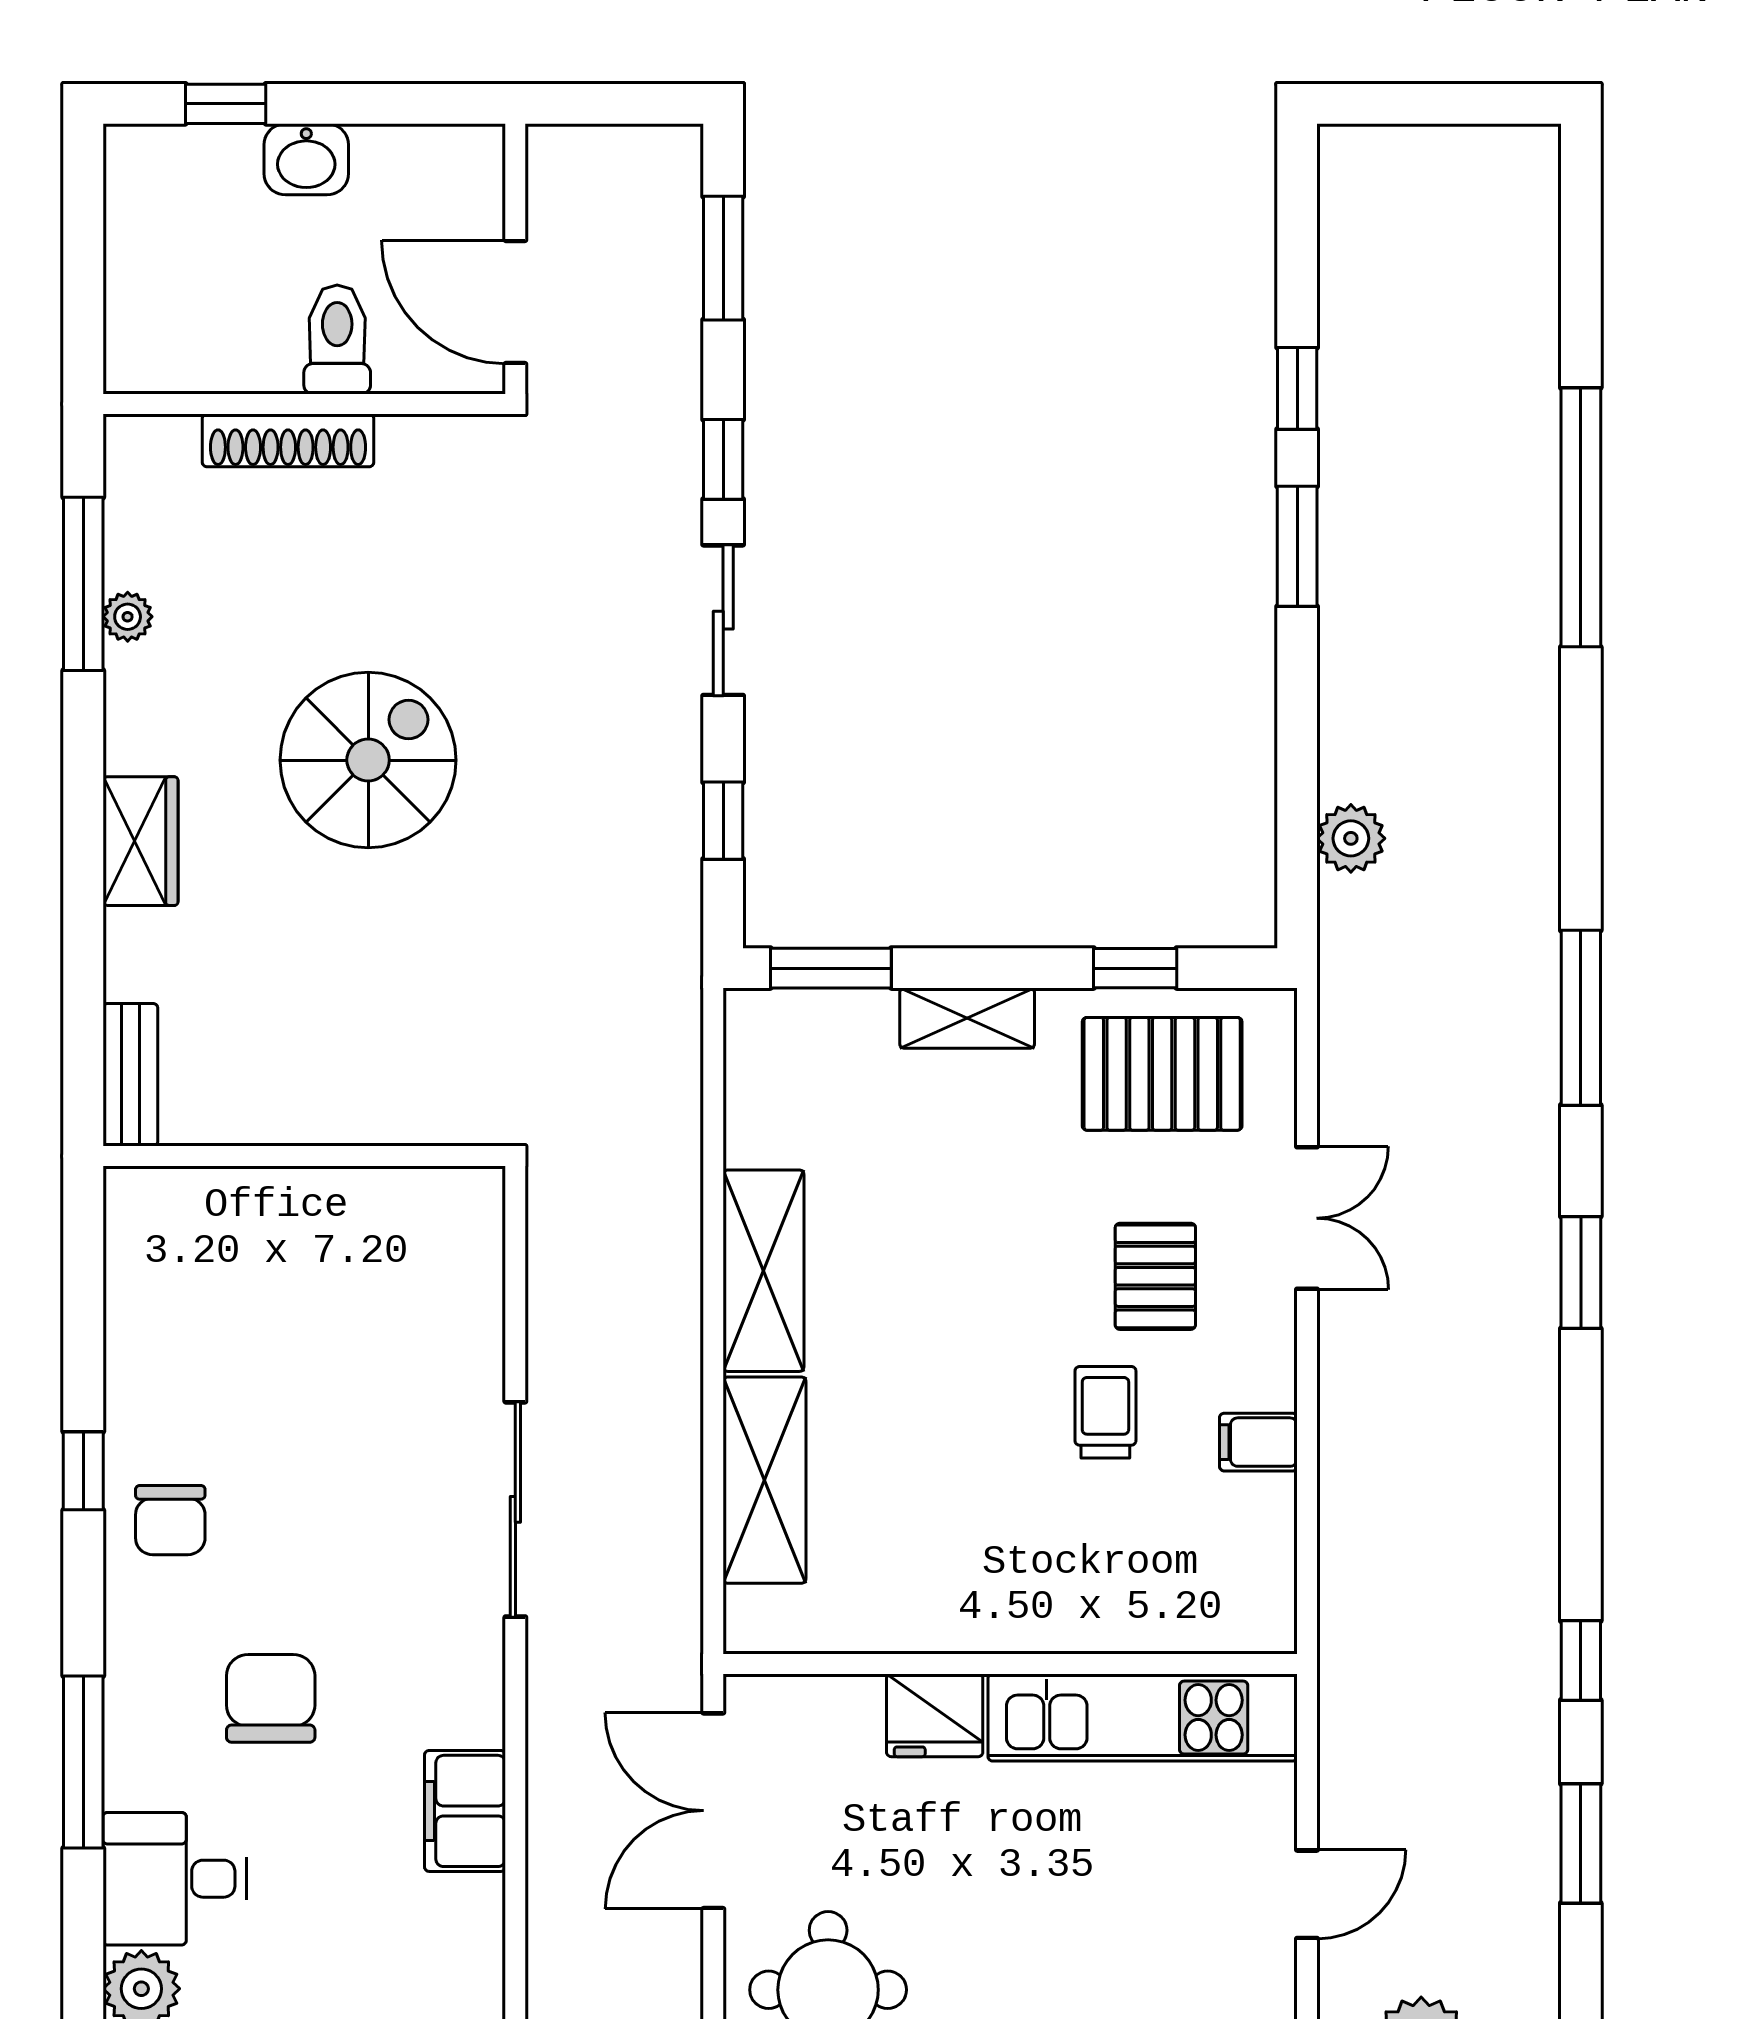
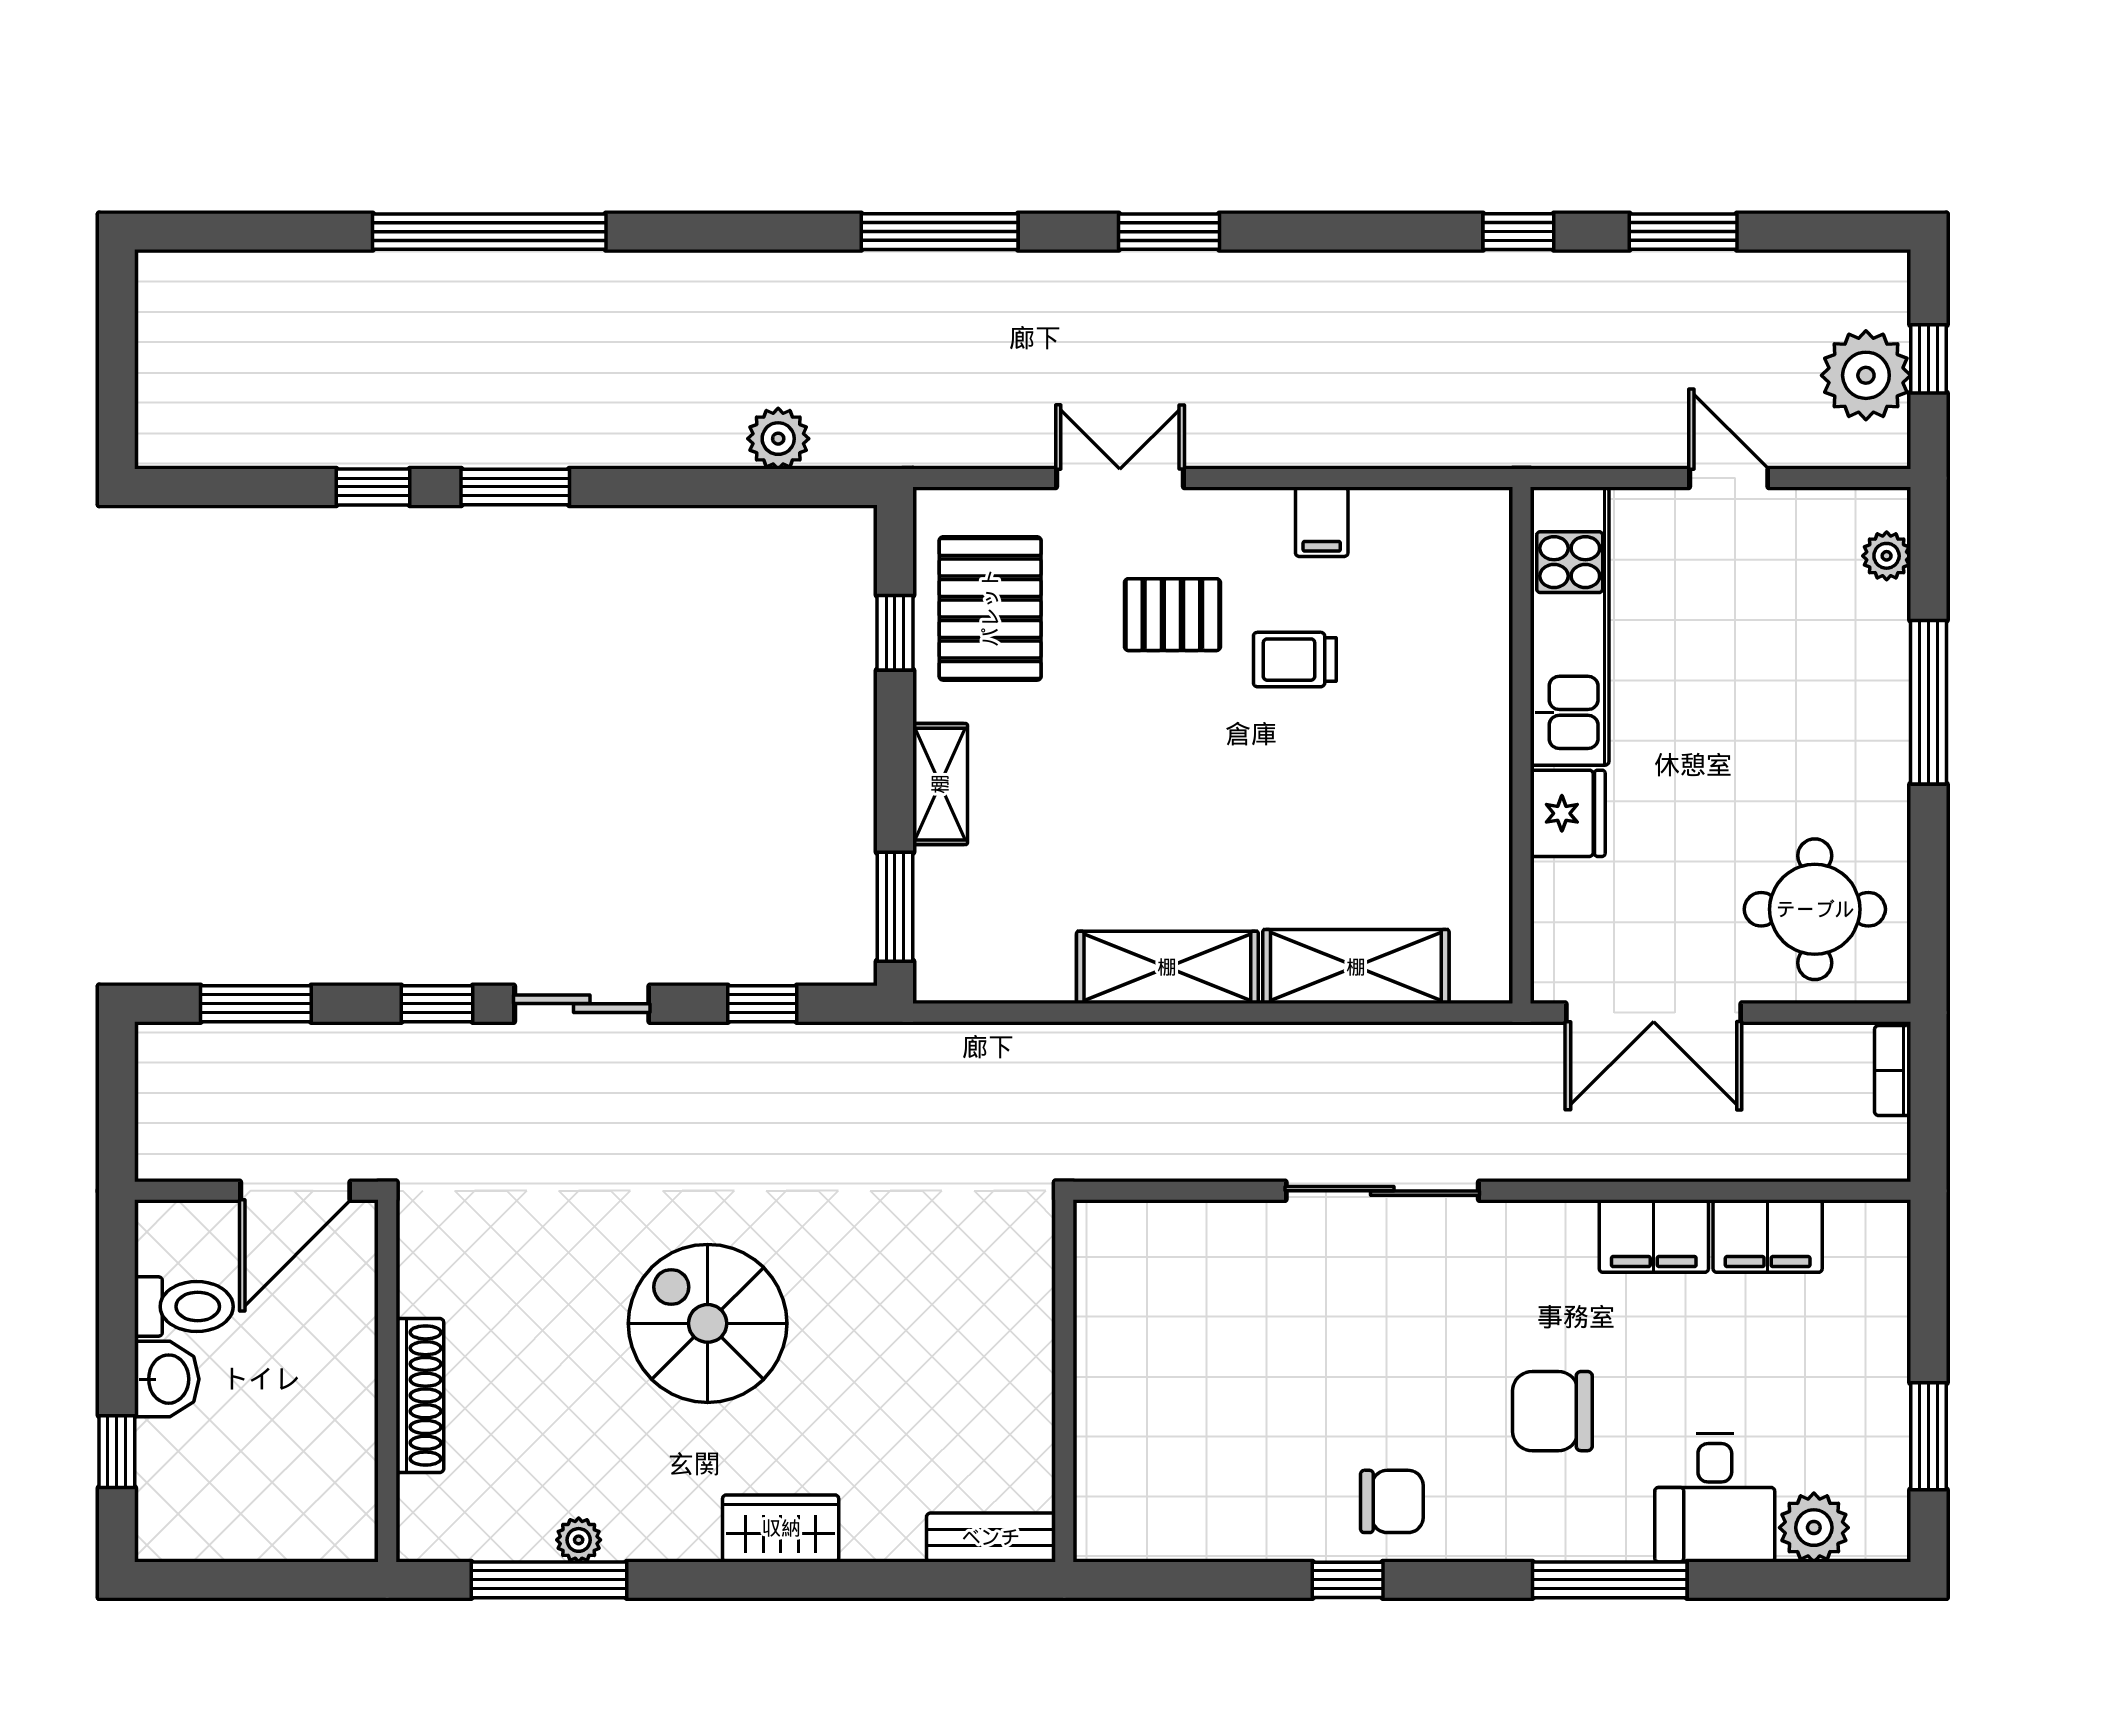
toilet: (337, 339) -> (184, 1307), moved, turned 180
filing cabinet: (465, 1937) -> (1768, 1236), added

